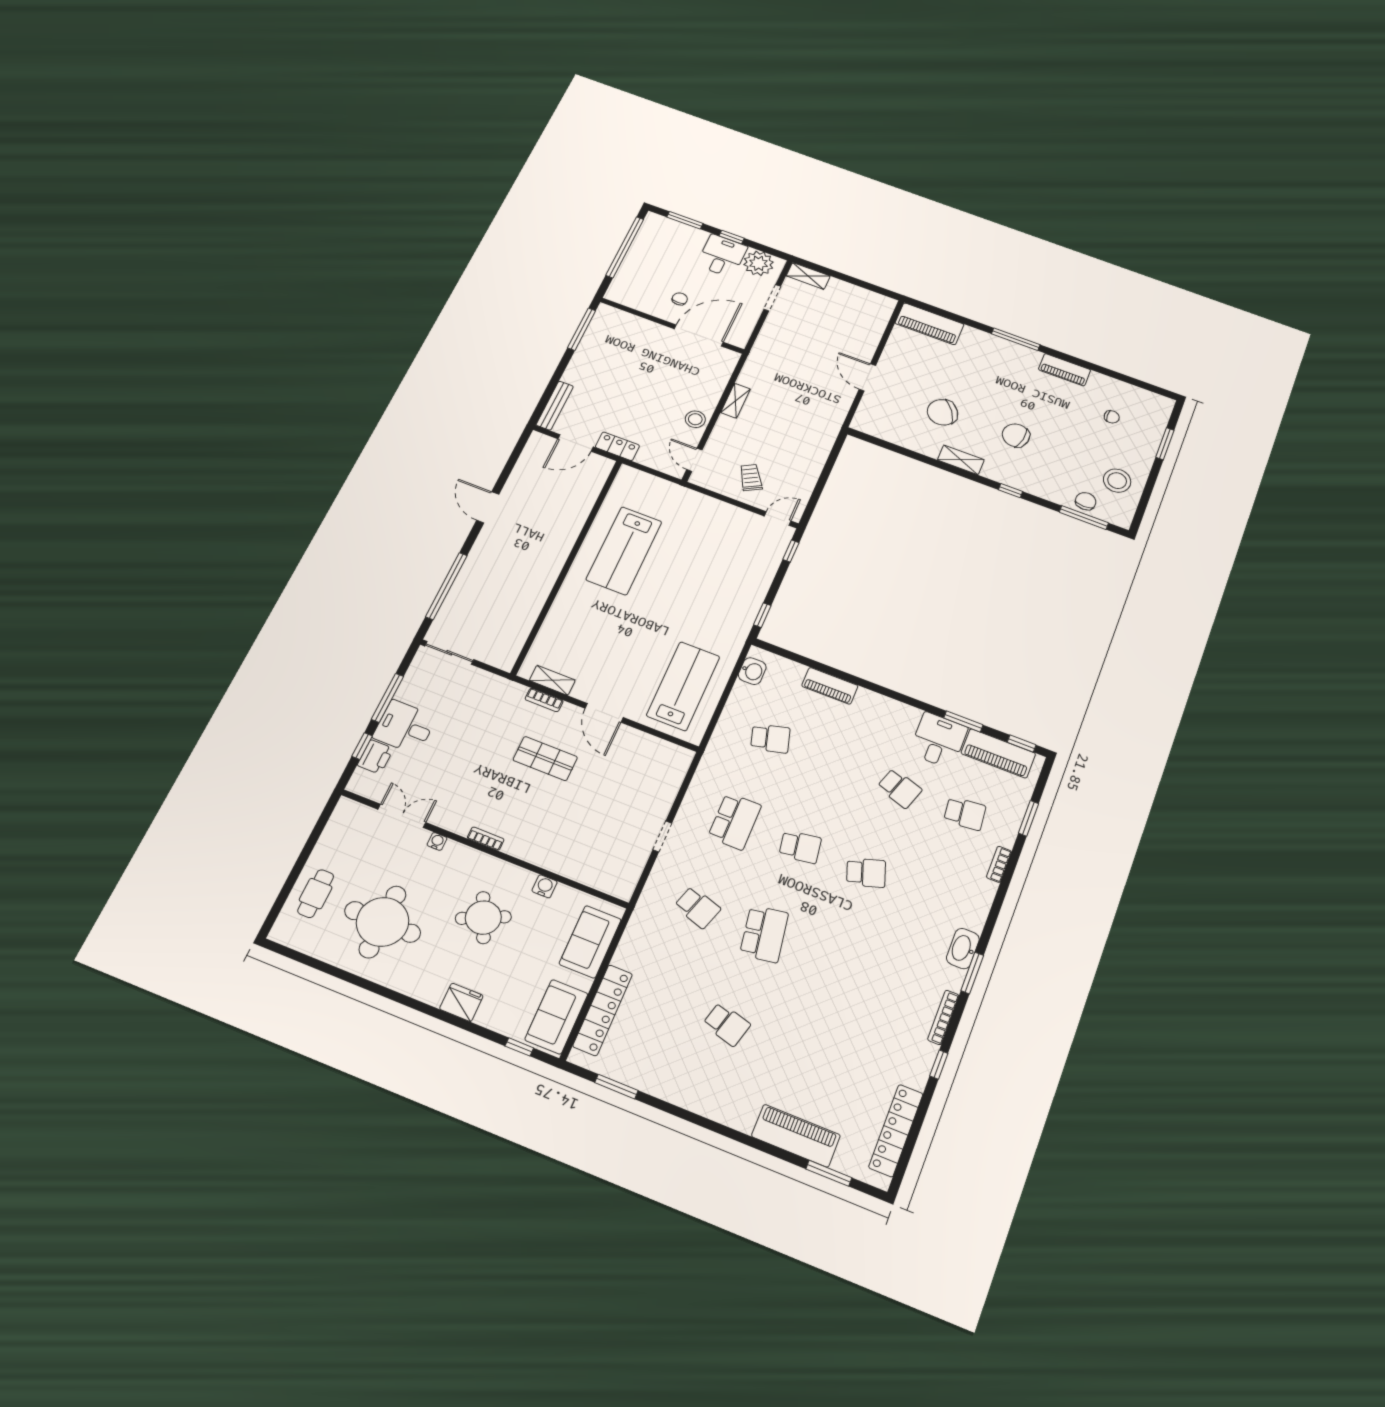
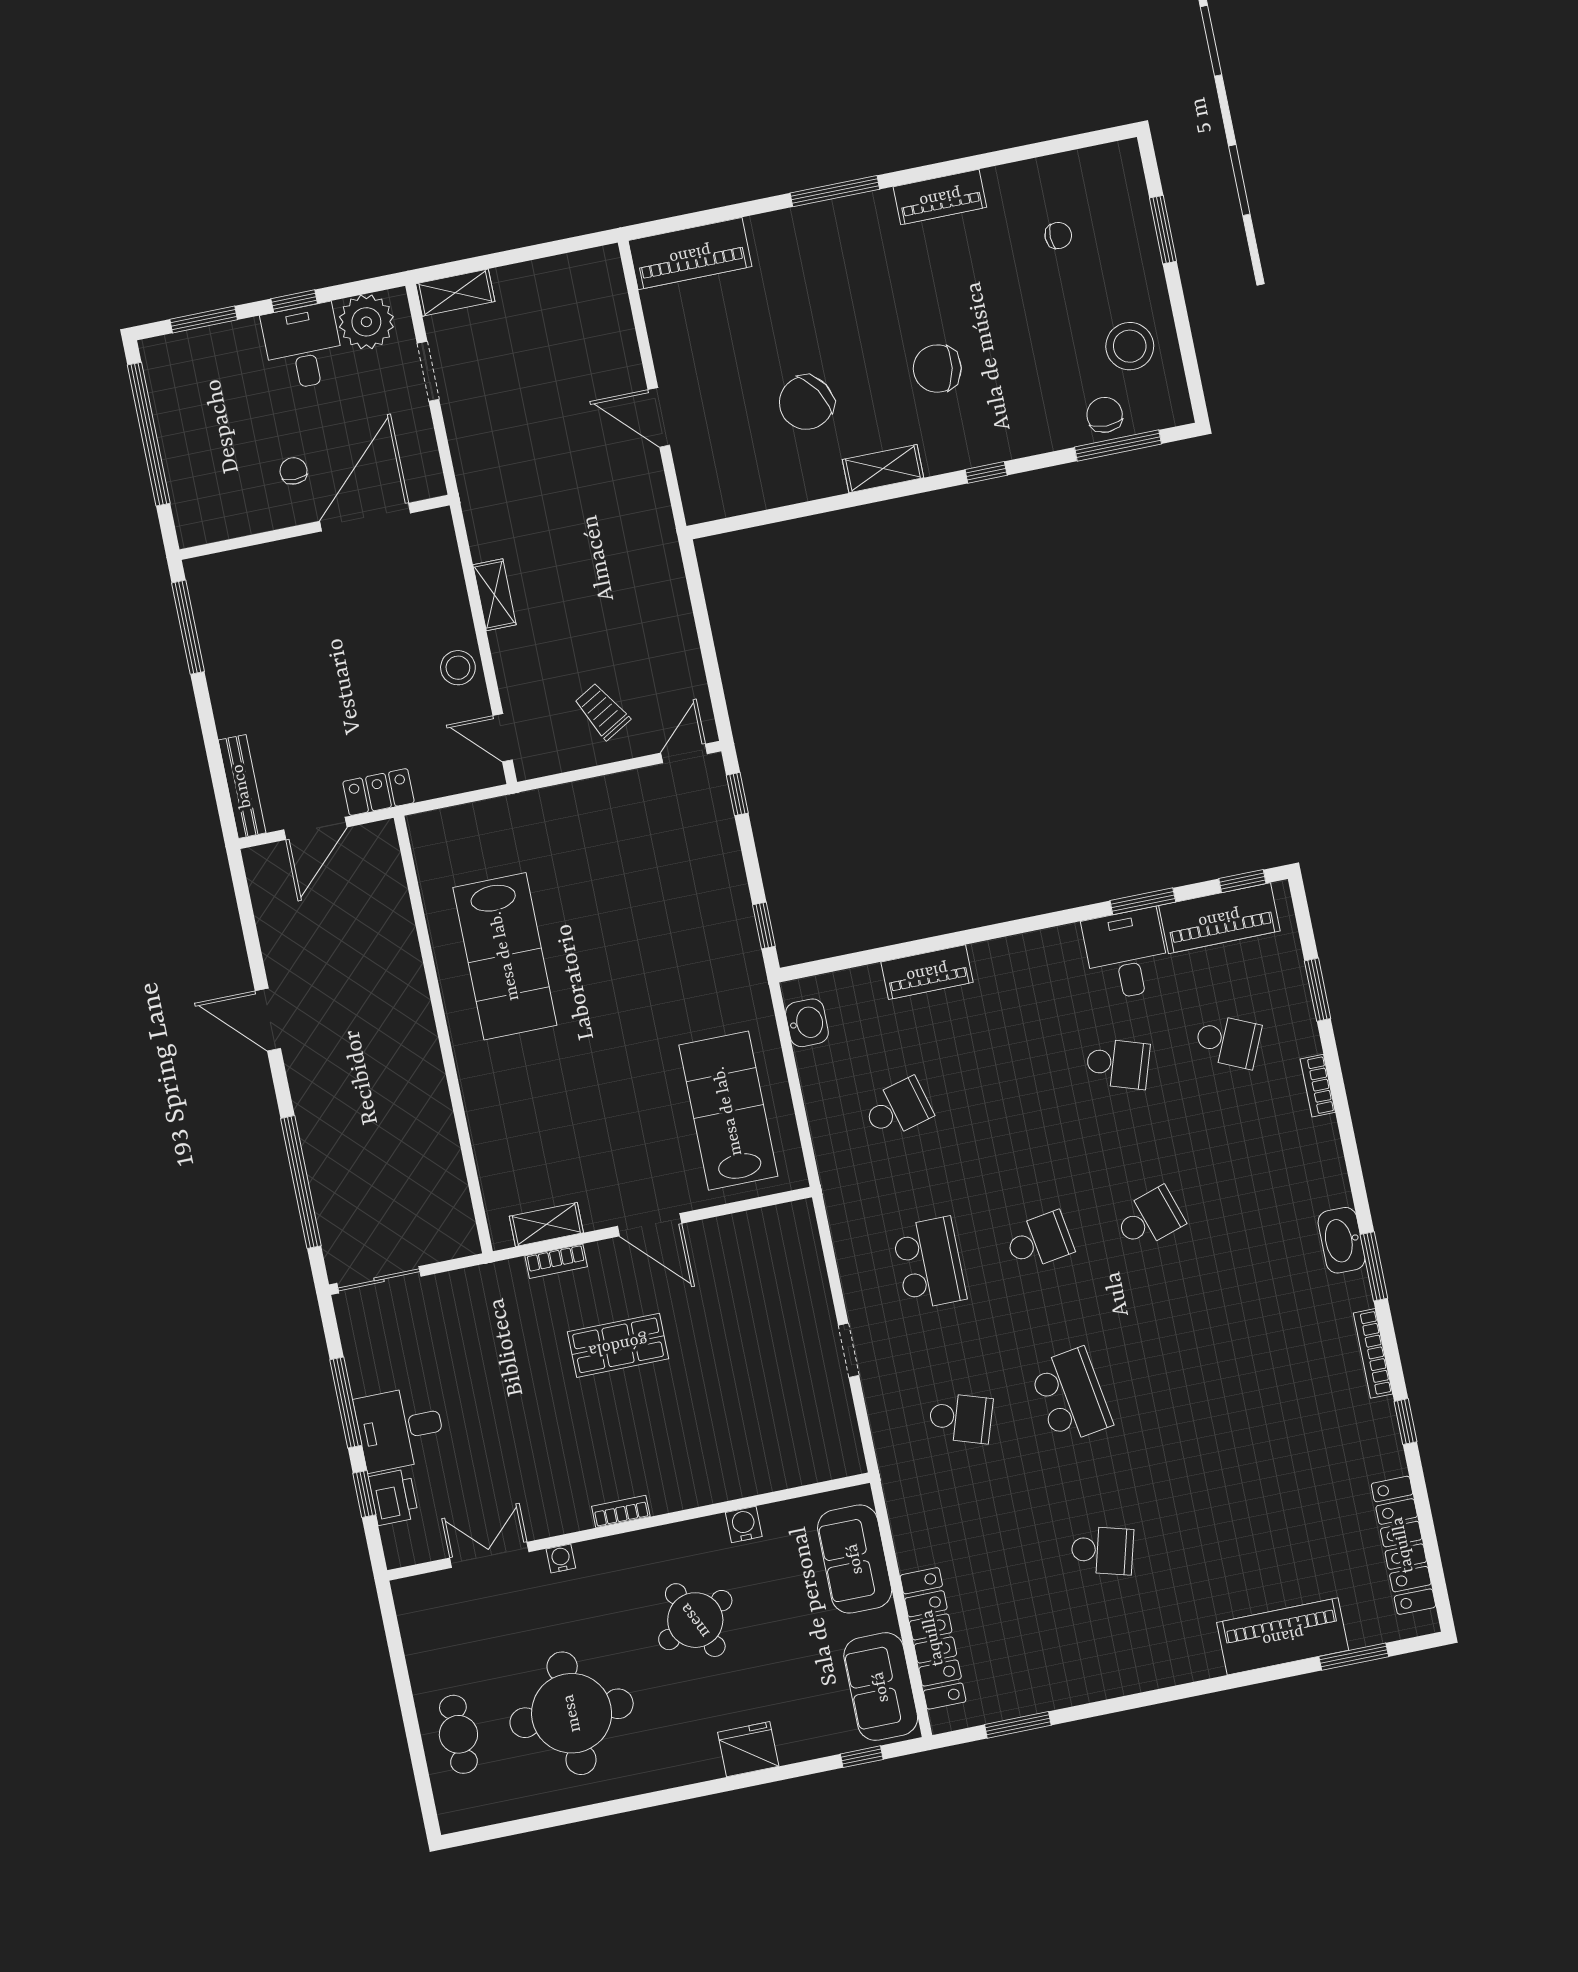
school desk: (965, 813) -> (1228, 1041), turned 30

